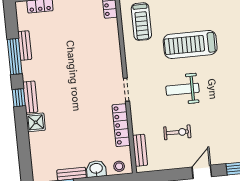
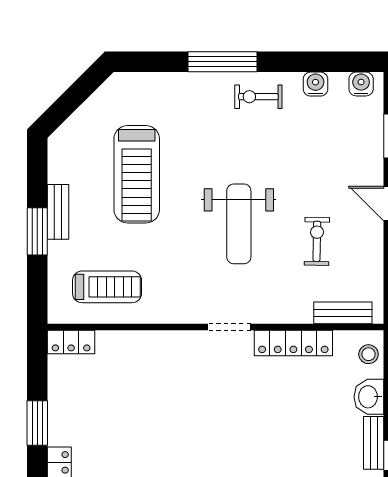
treadmill: (190, 44) -> (137, 174), moved
weight bench: (182, 89) -> (239, 224), width x1.36, depth x1.33

